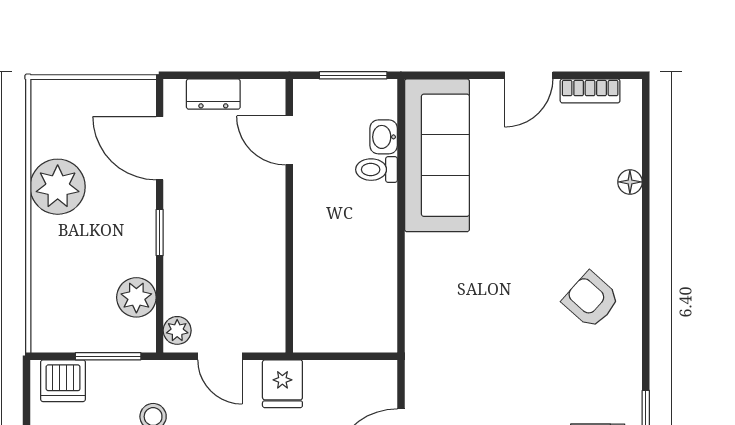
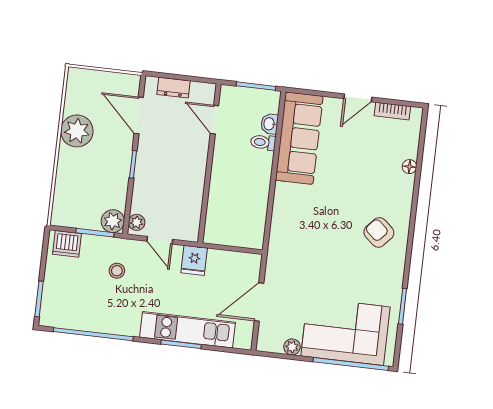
plant: (136, 297) -> (113, 221), moved

